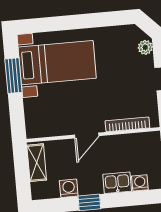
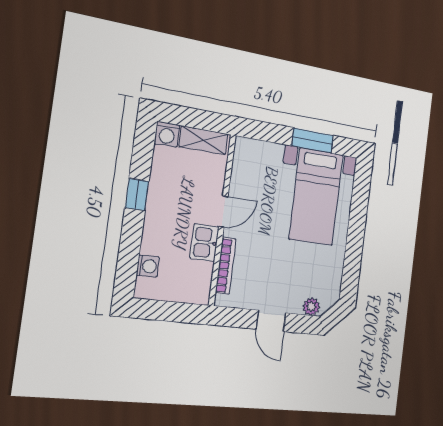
door: (87, 135) -> (223, 212), swing flipped
kitchen sink: (117, 183) -> (204, 243), moved, turned 180
washing machine: (69, 188) -> (167, 134), moved, turned 90

